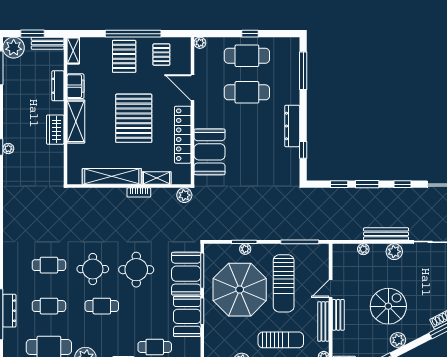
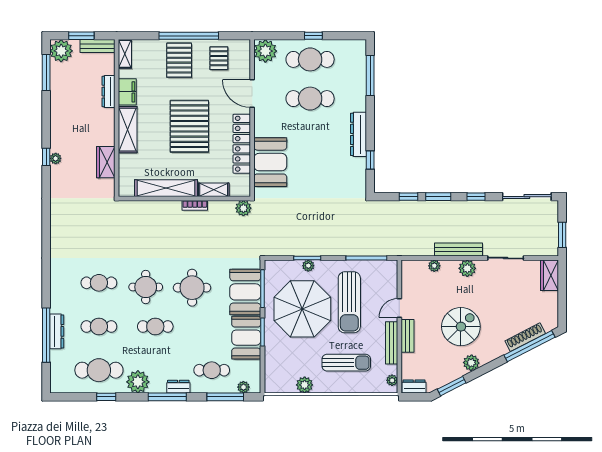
plant: (200, 43) -> (265, 51), width x1.88, depth x1.88
wardrobe: (55, 130) -> (106, 162), moved

